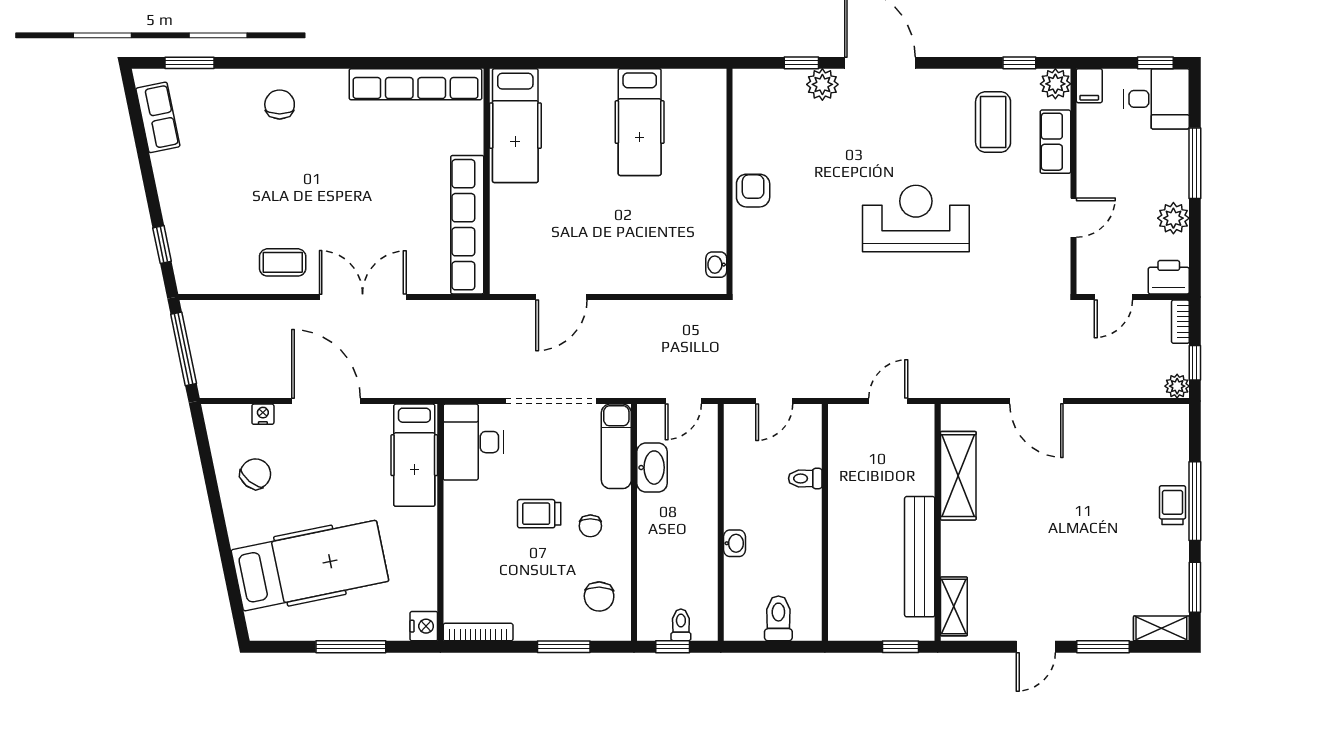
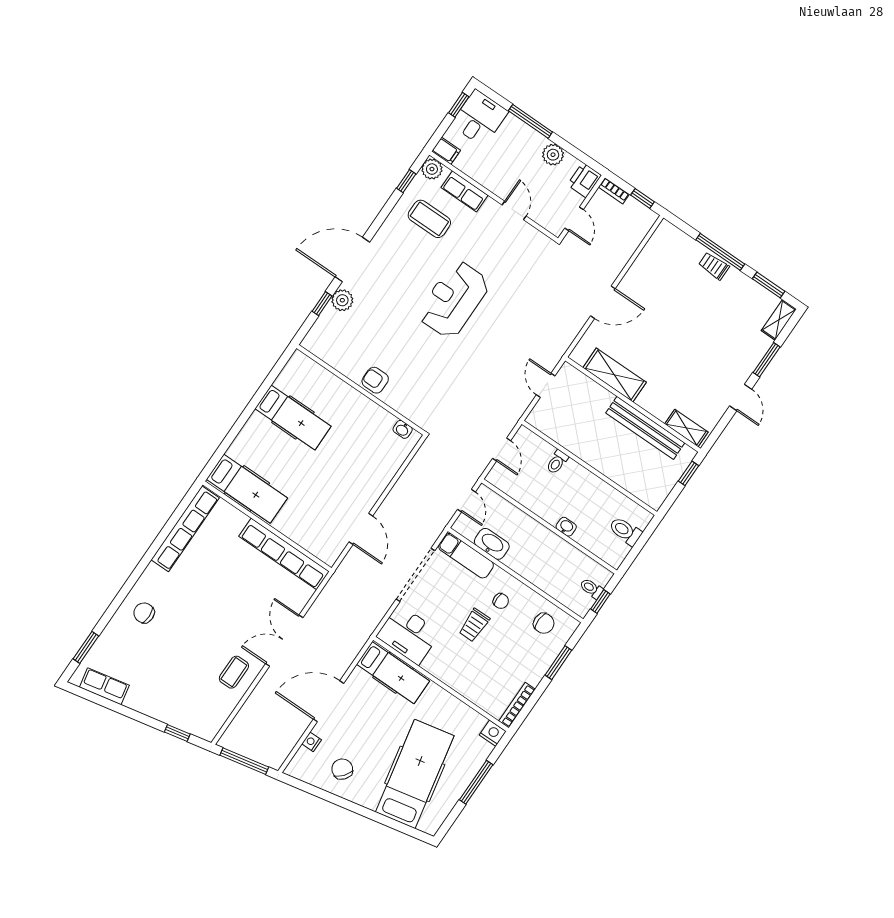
plant: (1177, 386) -> (649, 217), removed

